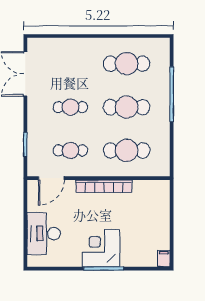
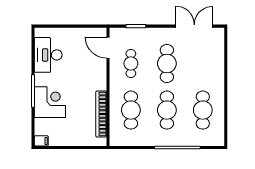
cafe table: (70, 107) -> (167, 63), width x1.37, depth x1.35
bookcase: (104, 186) -> (101, 114), moved
desk: (44, 234) -> (48, 55), moved, turned -90
corner desk: (101, 248) -> (50, 102), moved

